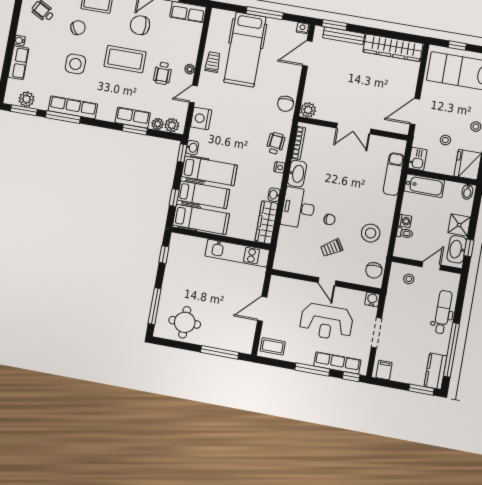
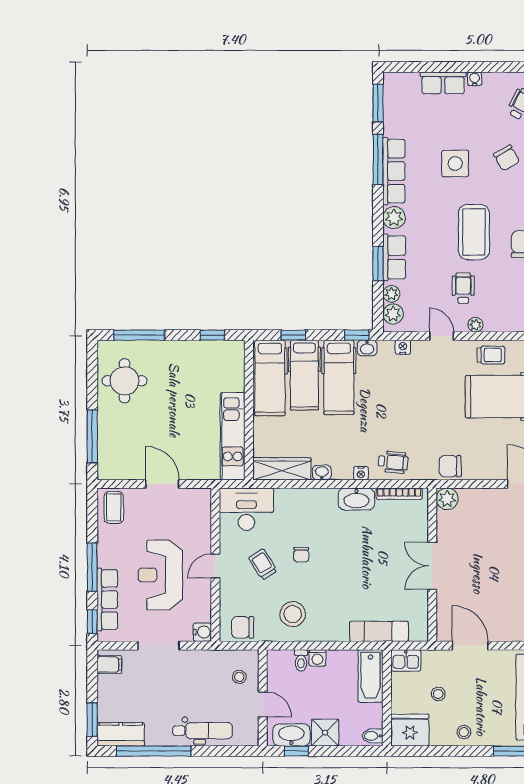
wheelchair: (163, 73) -> (463, 288), turned 90
plant: (26, 99) -> (394, 218), moved
nightstand: (201, 118) -> (403, 347), width x0.53, depth x0.56
desk: (298, 208) -> (246, 509), moved

